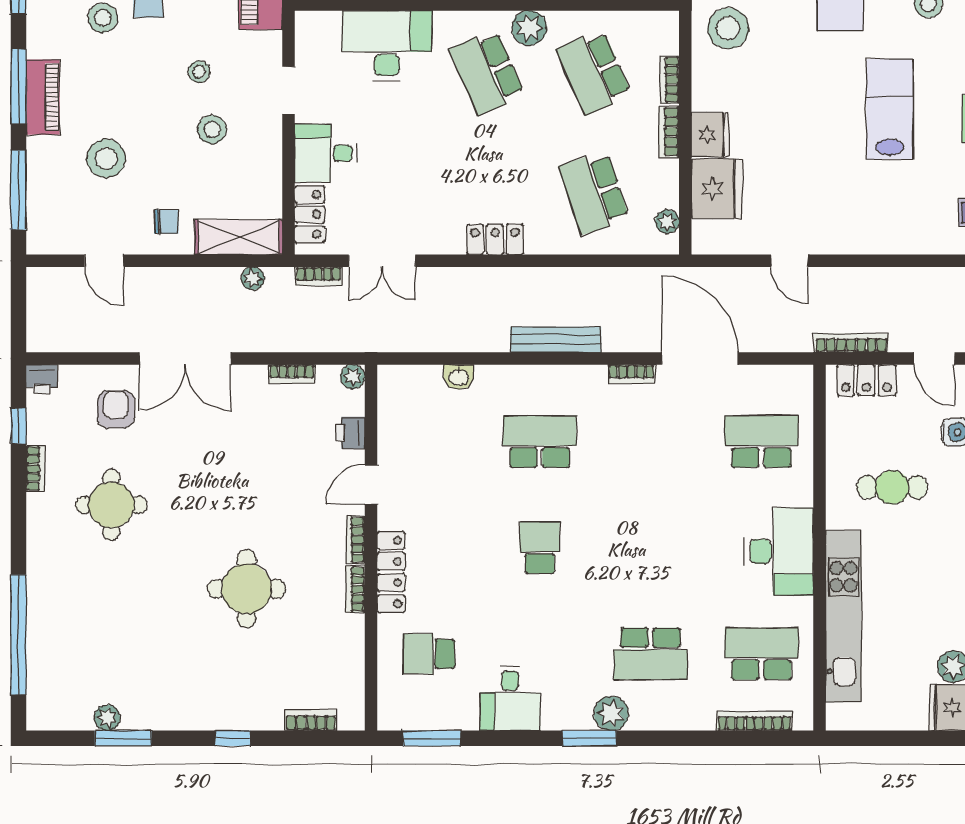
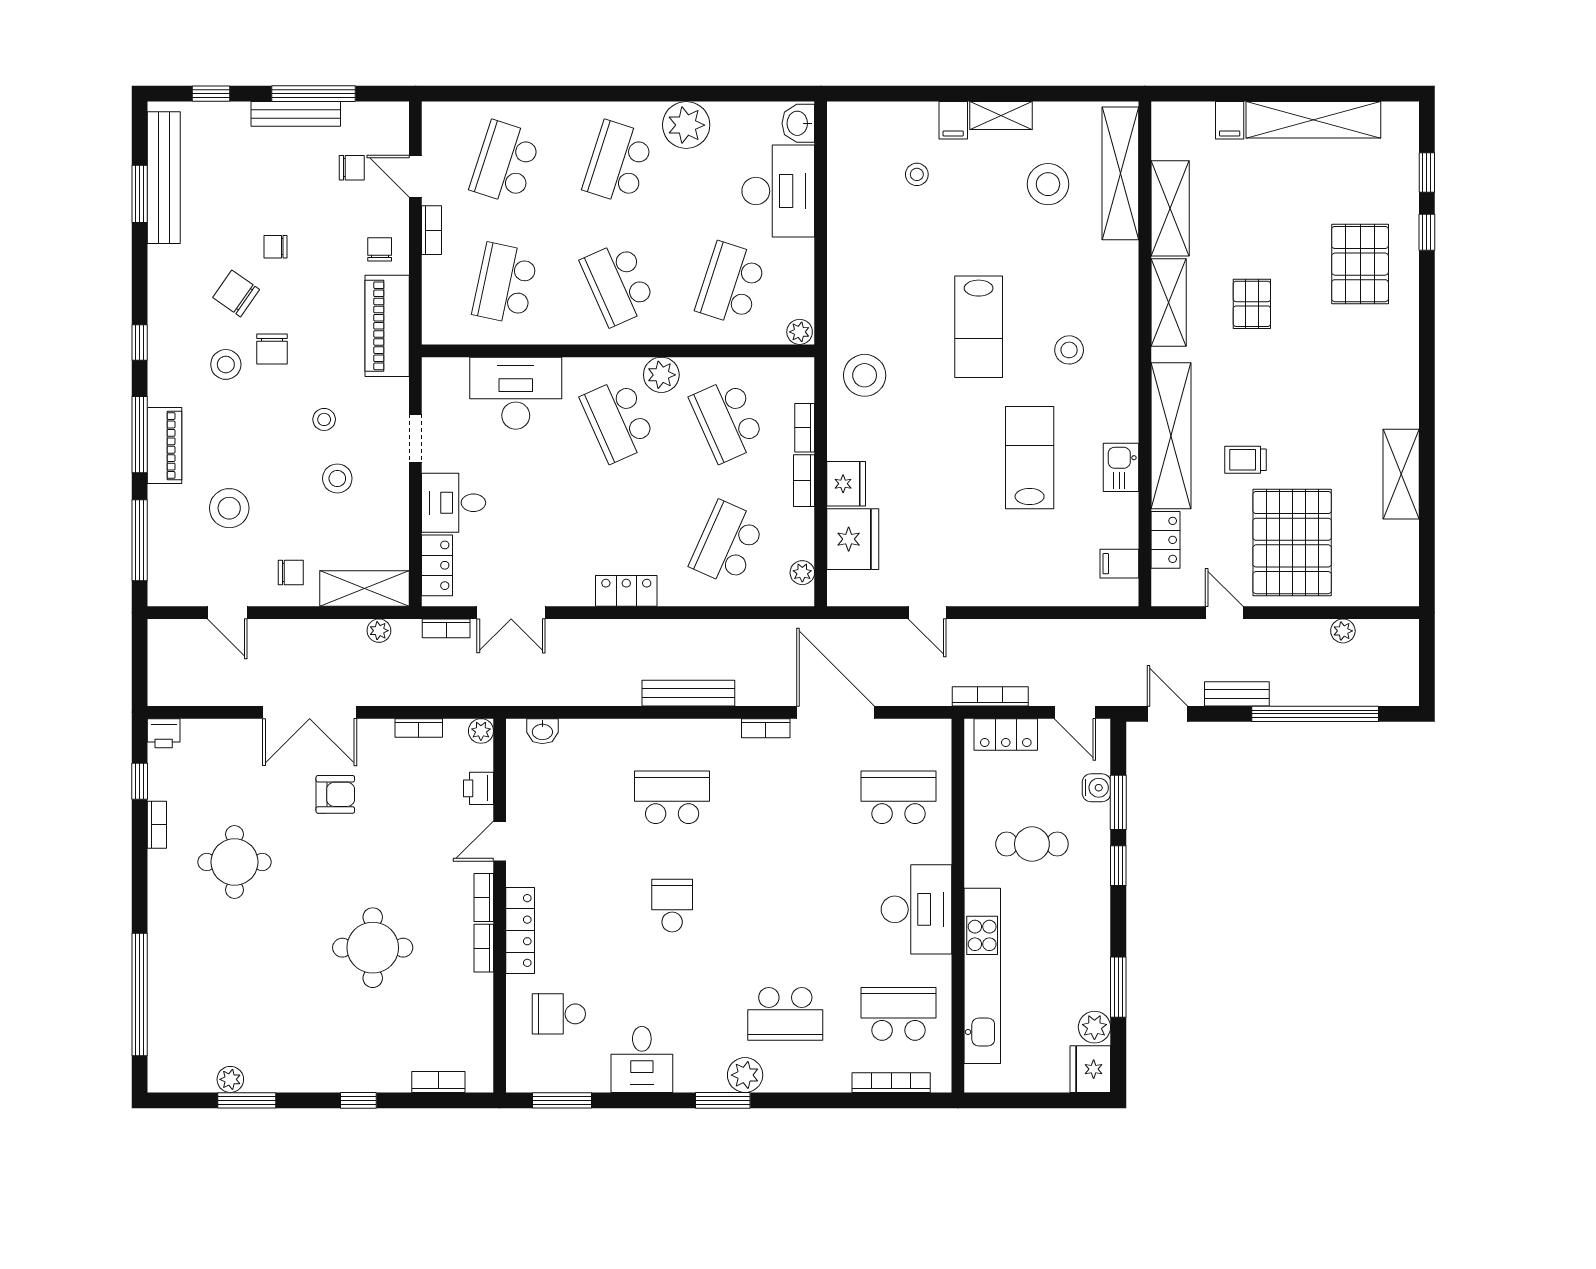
school desk: (594, 193) -> (727, 543), turned 42
washbasin: (459, 377) -> (542, 731), moved
armchair: (116, 409) -> (335, 794), moved, turned 90

